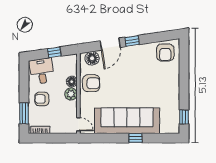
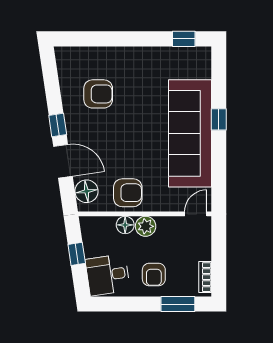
armchair: (165, 52) -> (98, 94), moved
armchair: (91, 83) -> (128, 193), turned 90

